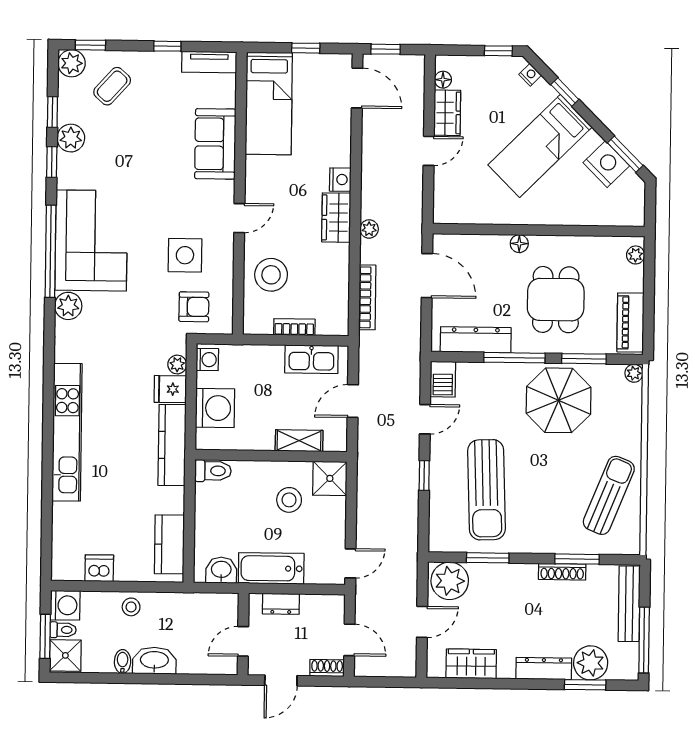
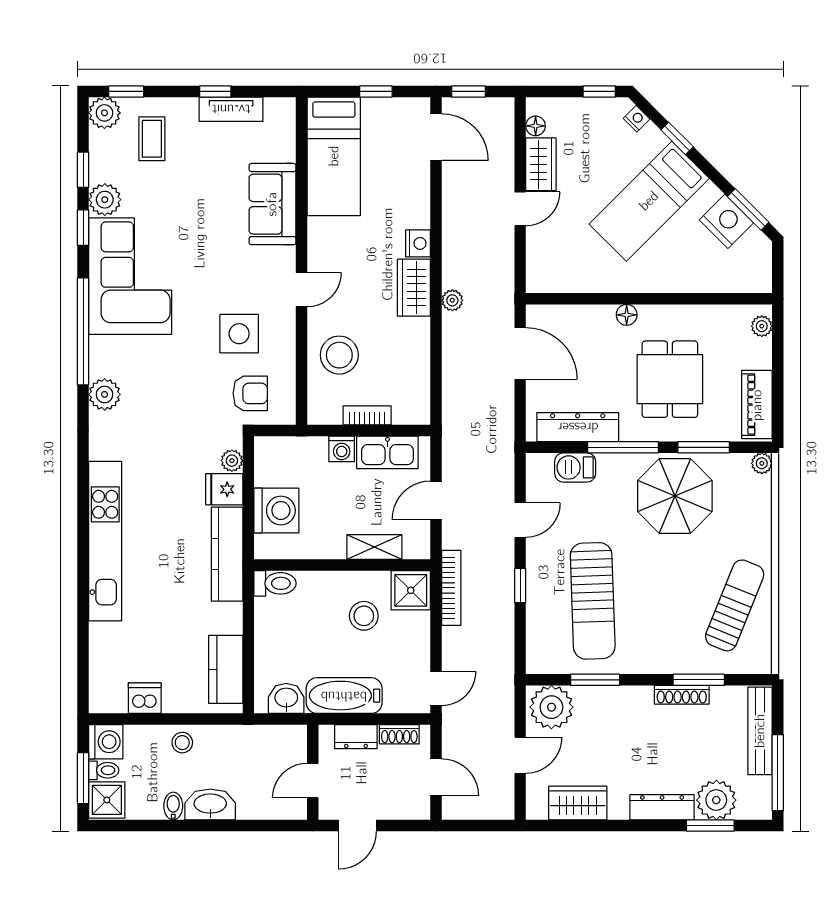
tv unit: (209, 62) -> (231, 109), moved
coffee table: (112, 86) -> (152, 139), turned -42
corner sofa: (91, 241) -> (130, 276), moved
bookcase: (367, 297) -> (451, 588), moved
washing machine: (207, 360) -> (342, 449), moved, turned 90
barbecue: (443, 379) -> (575, 467), moved, turned 90
shoe rack: (327, 668) -> (399, 734), moved, turned 180

